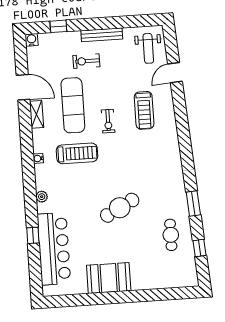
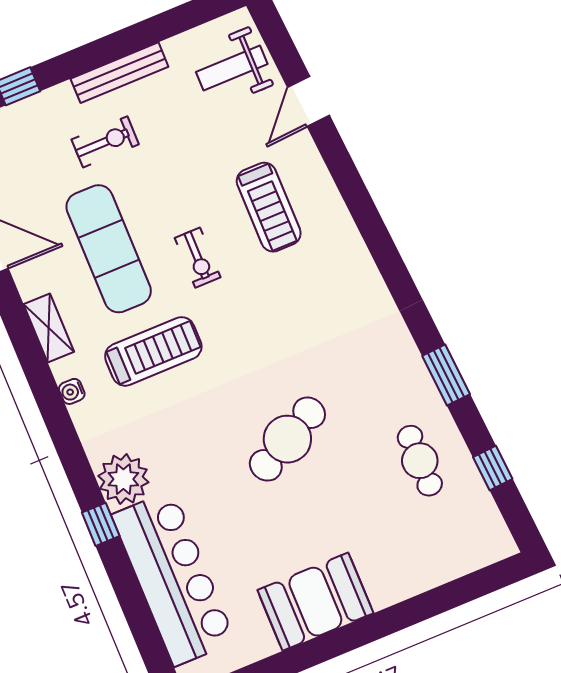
weight bench: (148, 48) -> (232, 68), turned 90
exercise bike: (86, 61) -> (105, 142), turned 180
shelving: (37, 114) -> (49, 328), moved
plant: (42, 197) -> (123, 479), width x1.88, depth x1.88
window: (33, 235) -> (101, 524), moved

